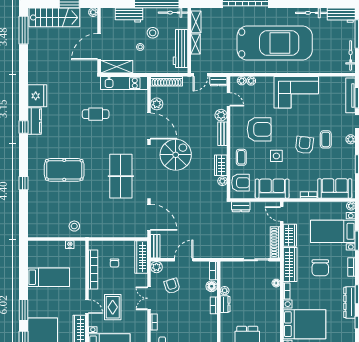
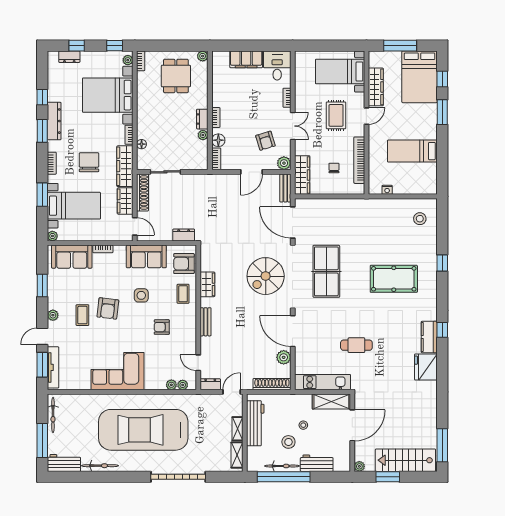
bicycle: (173, 13) -> (282, 466), moved
plant: (221, 115) -> (207, 344), removed
armchair: (259, 129) -> (162, 327), width x0.53, depth x0.53
spiral stairs: (176, 155) -> (266, 276), moved
plant: (222, 181) -> (206, 265), removed
stool: (74, 226) -> (420, 219), moved
door: (87, 307) -> (366, 116), swing flipped

